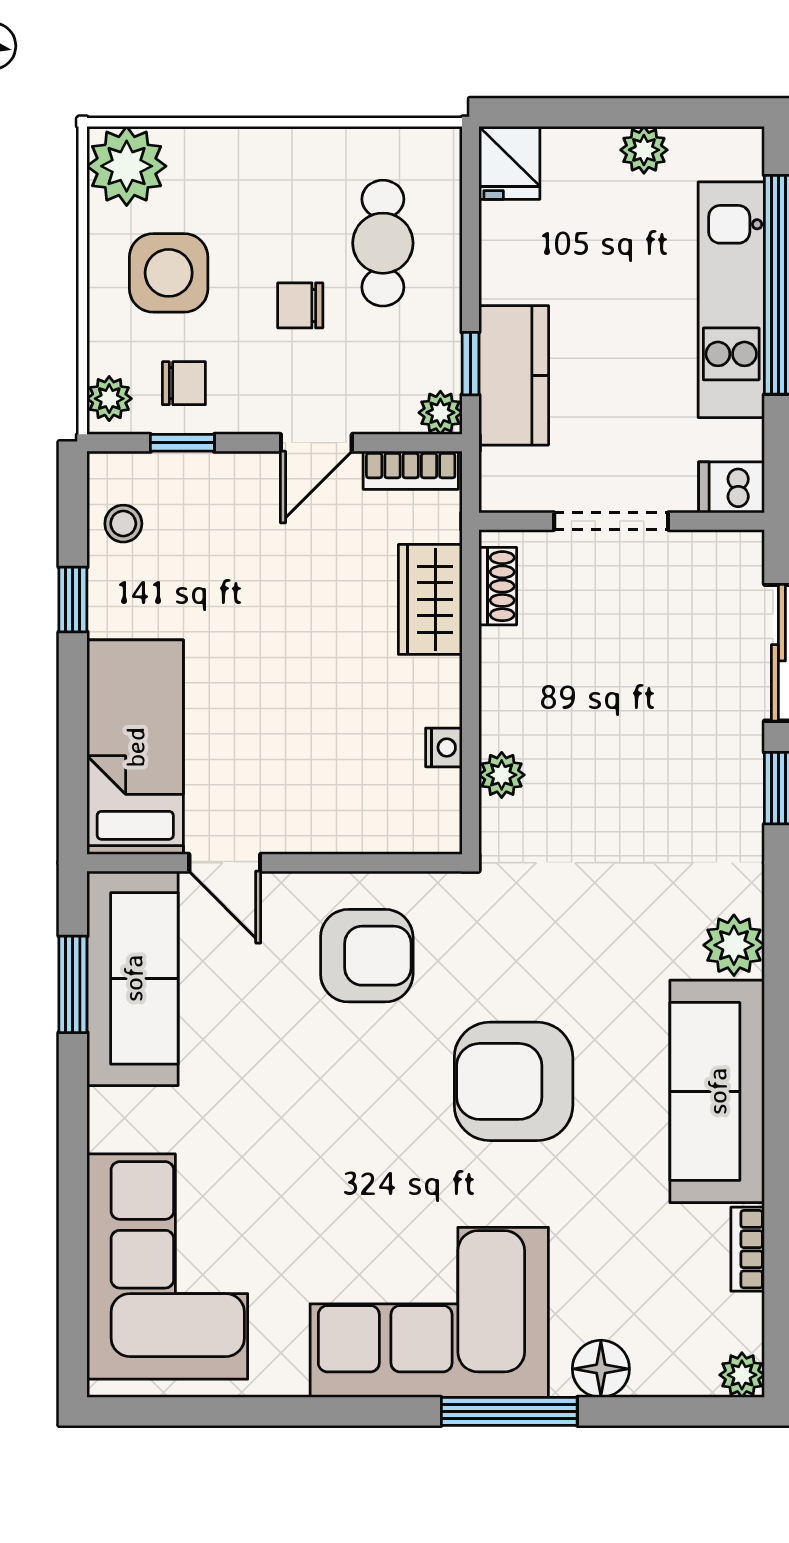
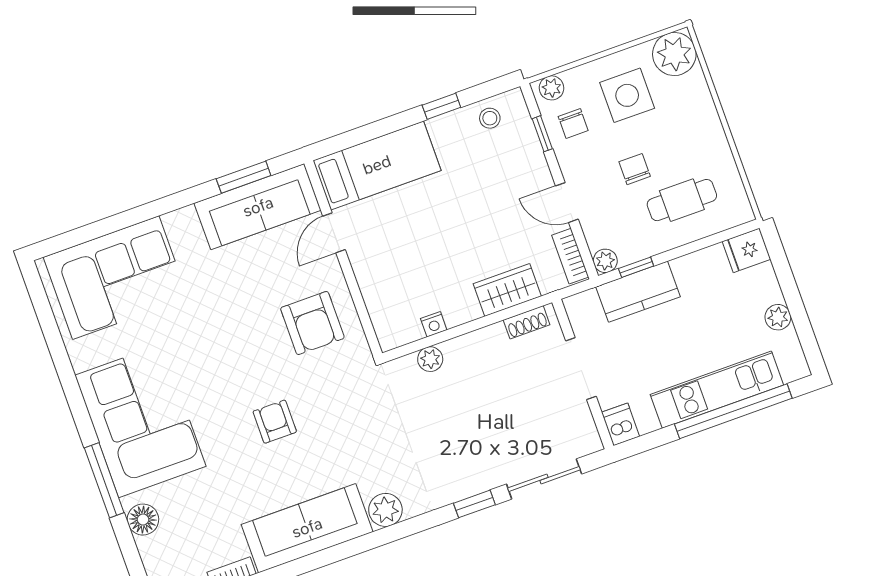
armchair: (514, 1081) -> (275, 422), width x0.53, depth x0.53

